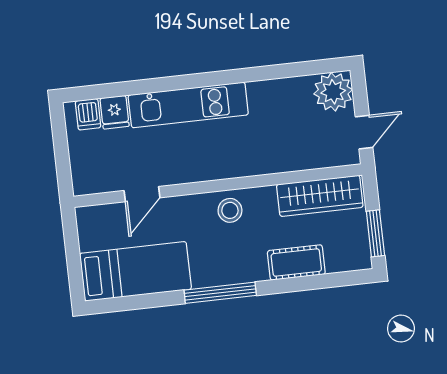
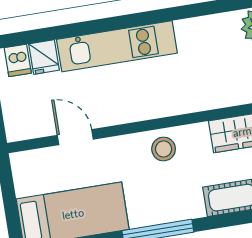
door: (142, 194) -> (75, 137), swing flipped

